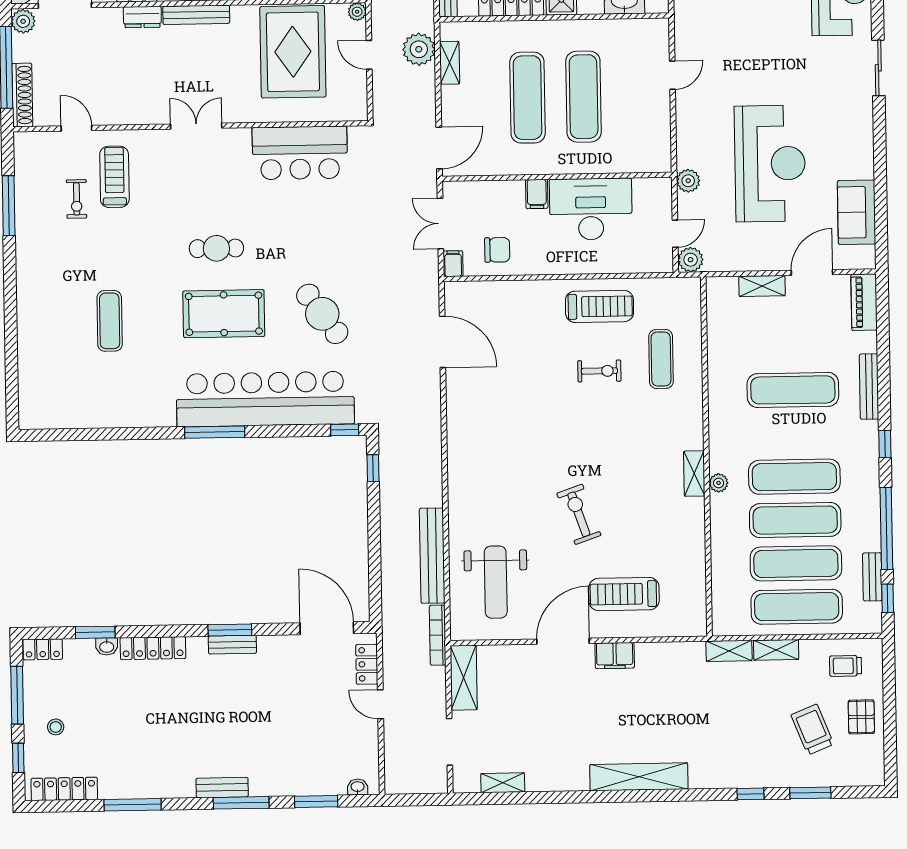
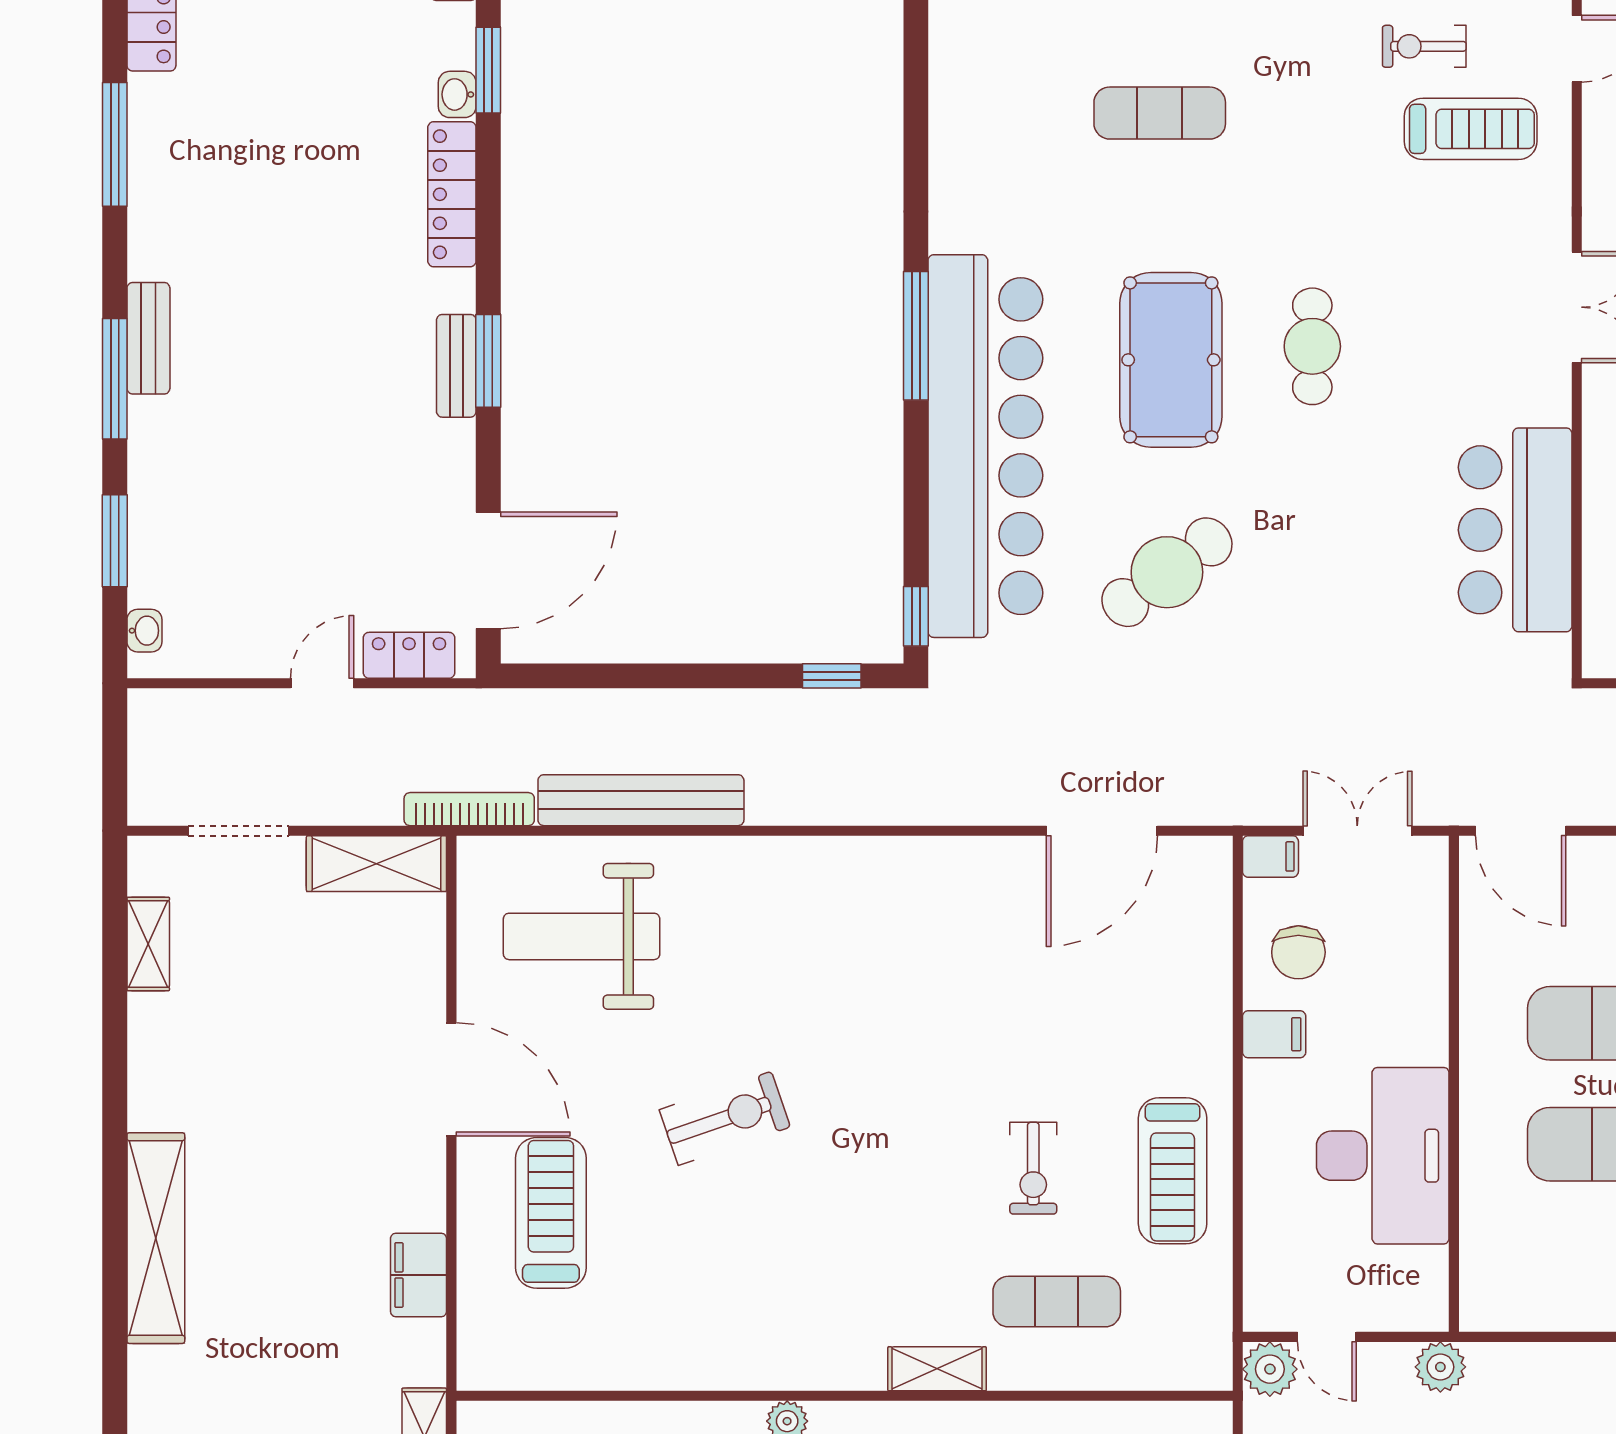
filing cabinet: (537, 194) -> (1274, 1034), moved, turned 180
shelving: (694, 474) -> (937, 1369), moved
filing cabinet: (615, 656) -> (419, 1275), moved

